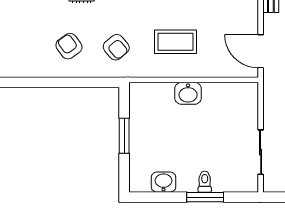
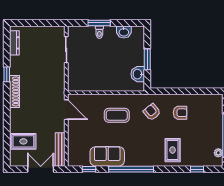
armchair: (69, 46) -> (180, 113), turned -54
washbasin: (188, 93) -> (138, 74), moved, turned -90

